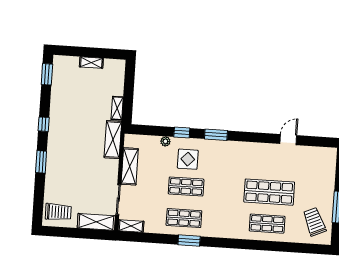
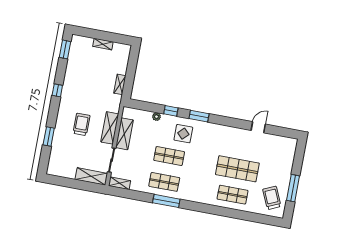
shelving: (113, 140) -> (110, 128), moved
display table: (188, 159) -> (183, 134), moved
window: (41, 162) -> (49, 136), moved
trolley: (58, 212) -> (81, 124), moved, turned -90
window: (189, 240) -> (166, 201), width x1.44

